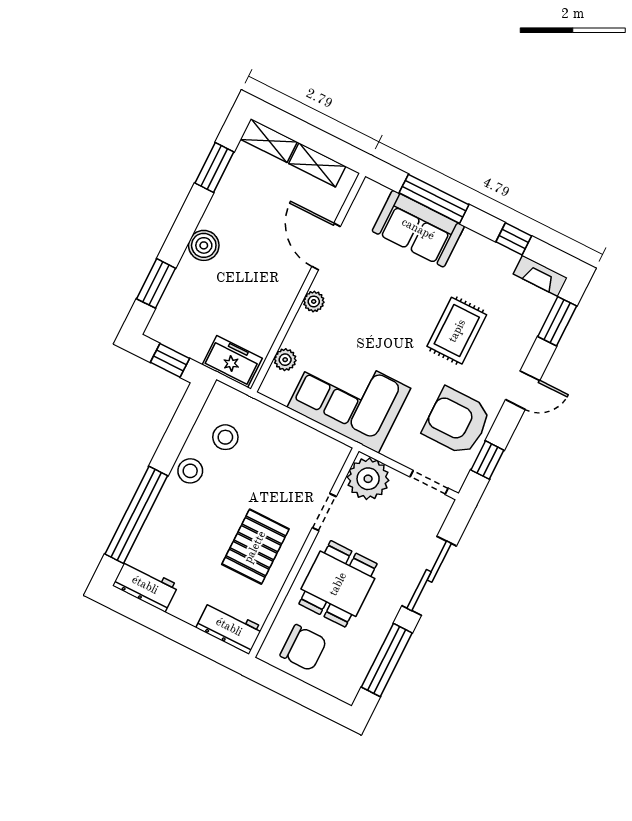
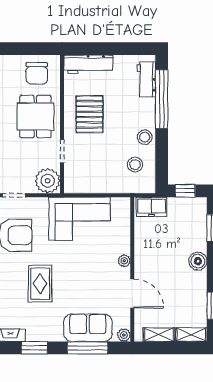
window: (514, 239) -> (34, 348), width x1.50
plant: (285, 360) -> (124, 335), moved
workbench: (145, 585) -> (146, 79), moved, turned 90
workbench: (229, 627) -> (88, 64), width x1.37
chair: (303, 648) -> (37, 73), turned -90

